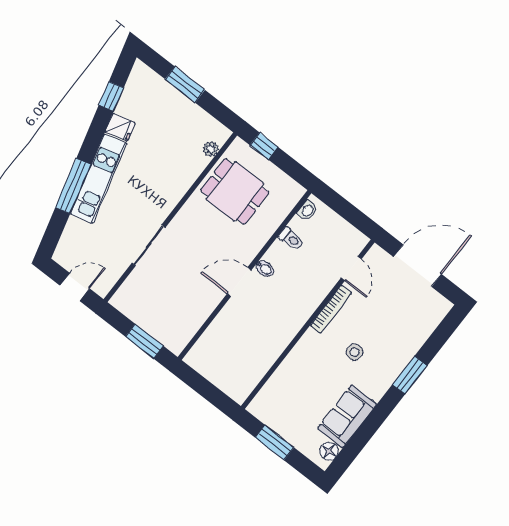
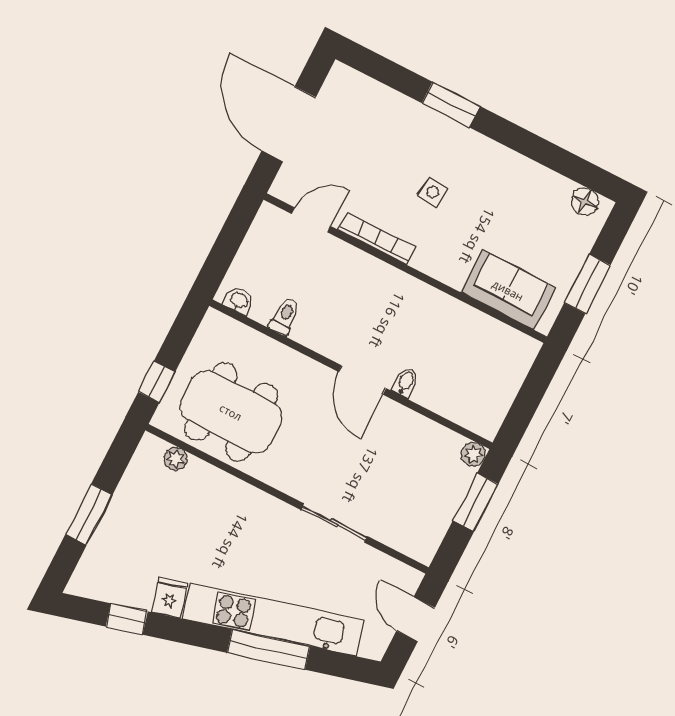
kitchen unit: (98, 179) -> (274, 620), width x1.36
dining table: (235, 191) -> (231, 412), width x1.38
bidet: (265, 269) -> (406, 382), moved
plant: (176, 346) -> (473, 454), added
sofa: (347, 416) -> (508, 290), moved, turned 180

